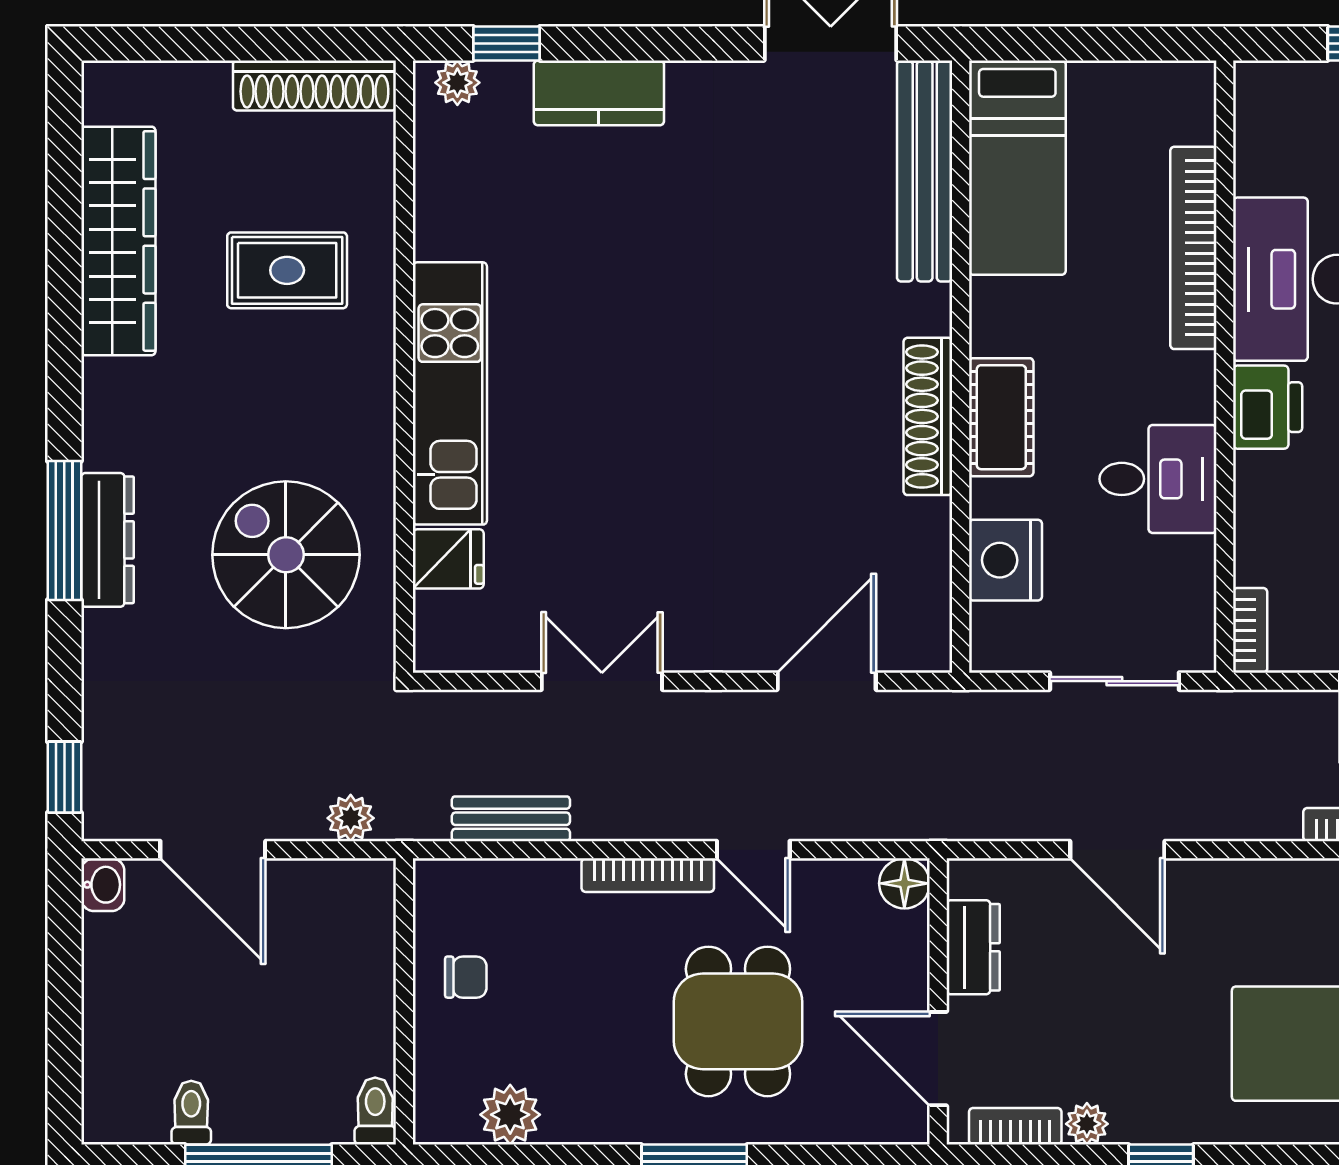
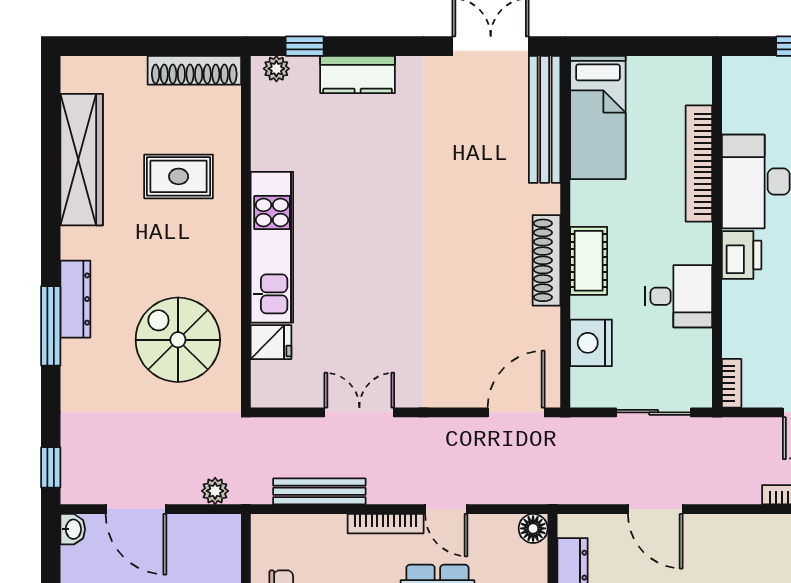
dresser: (108, 540) -> (75, 299), moved
door: (827, 681) -> (516, 412), moved
bench: (511, 819) -> (319, 491), width x1.36

